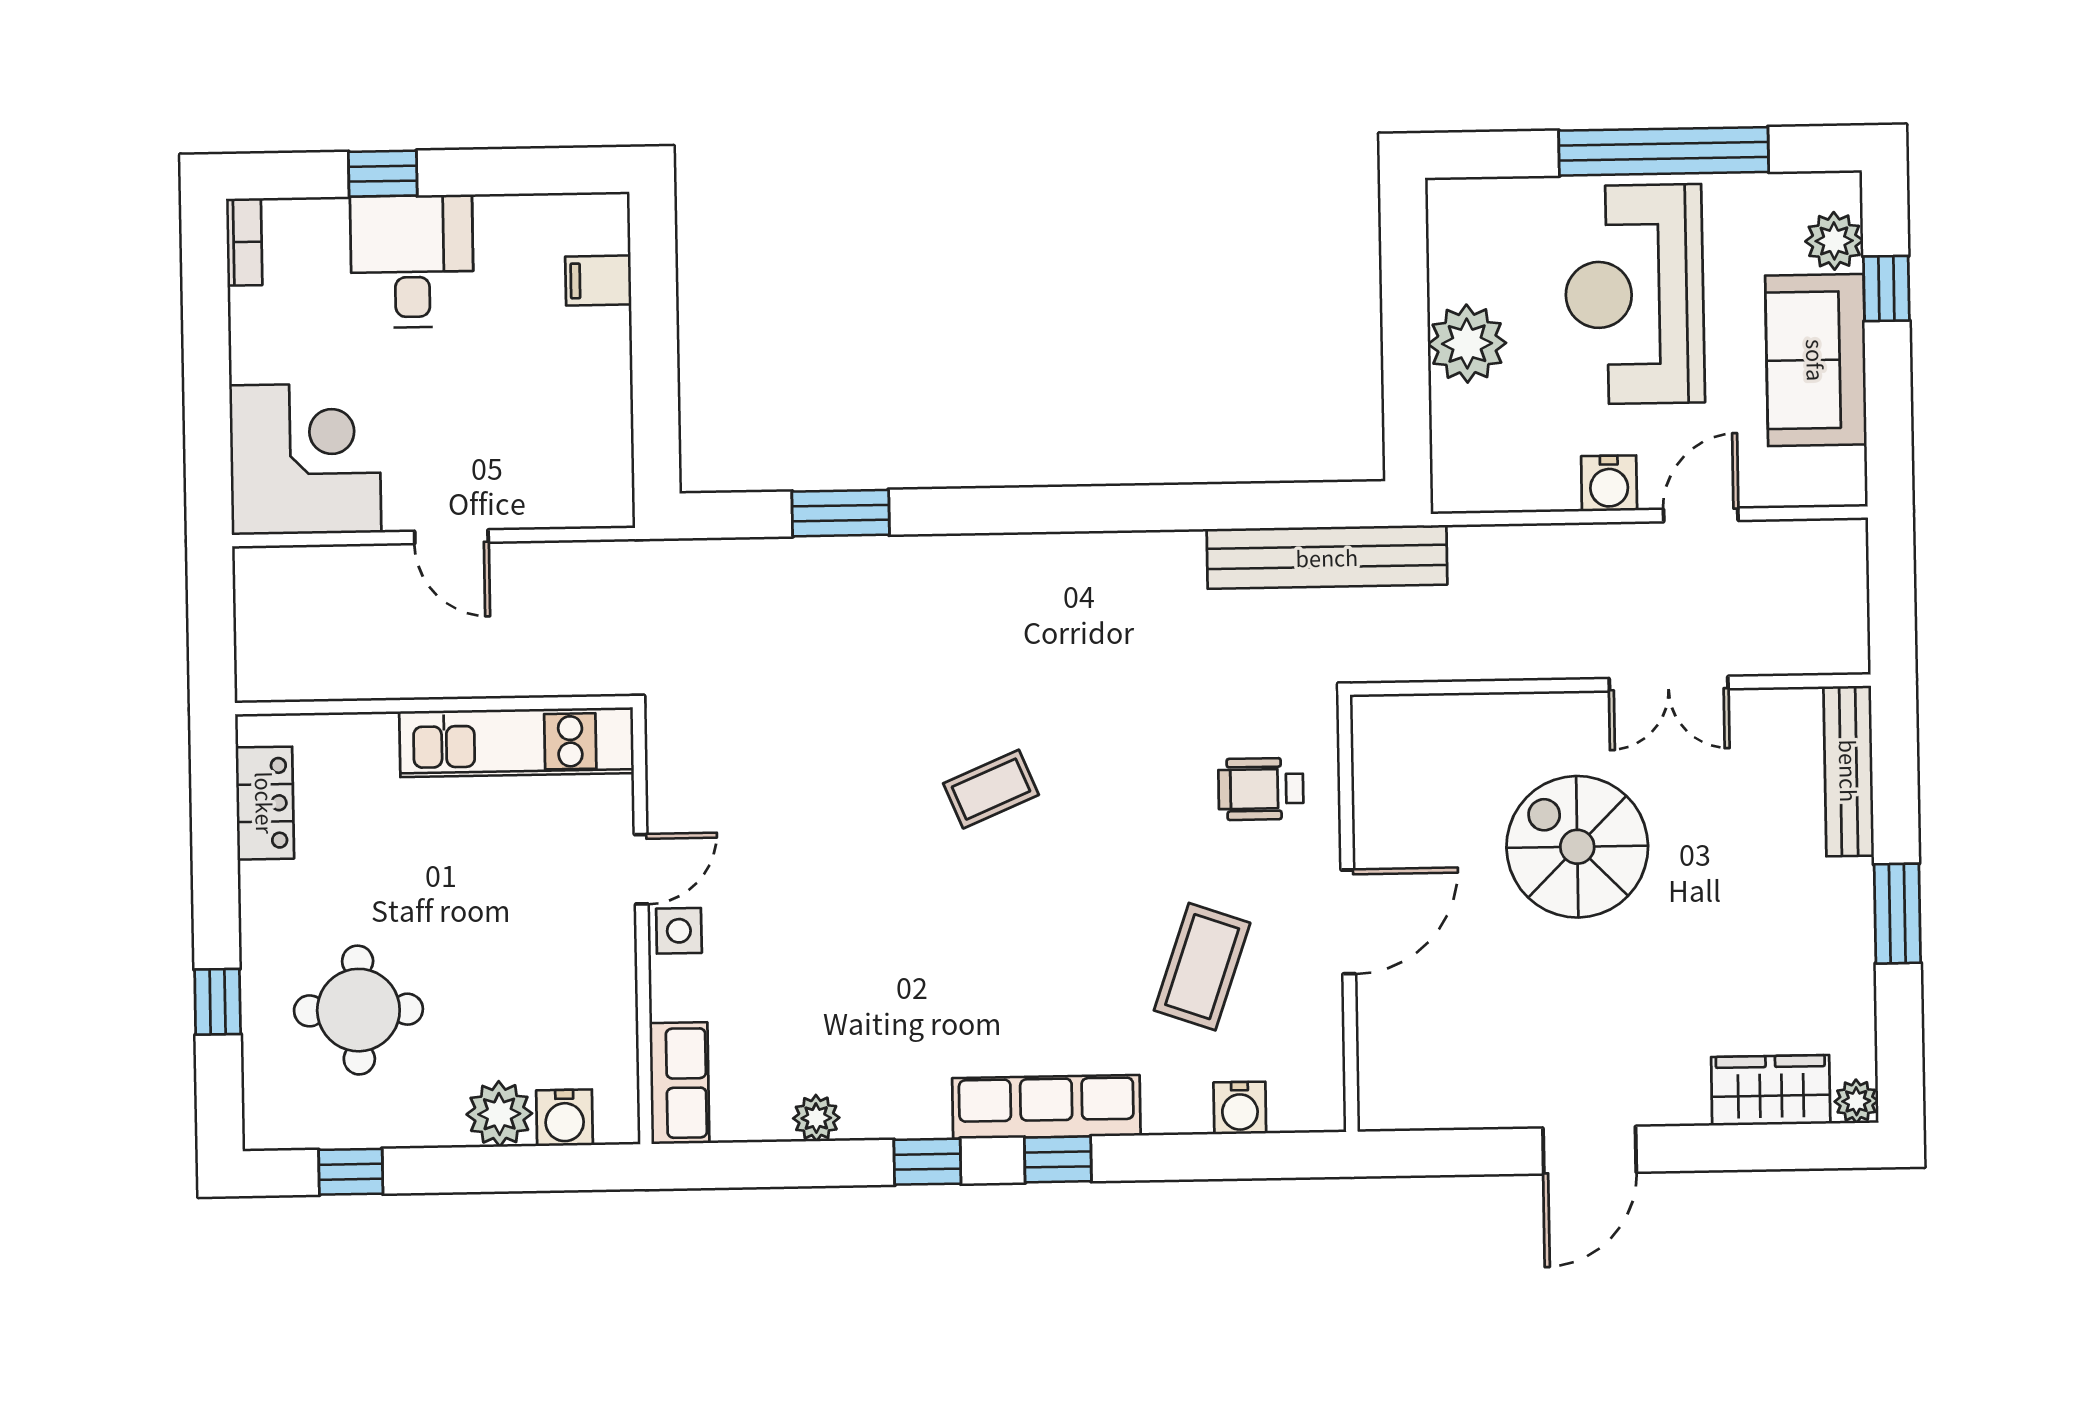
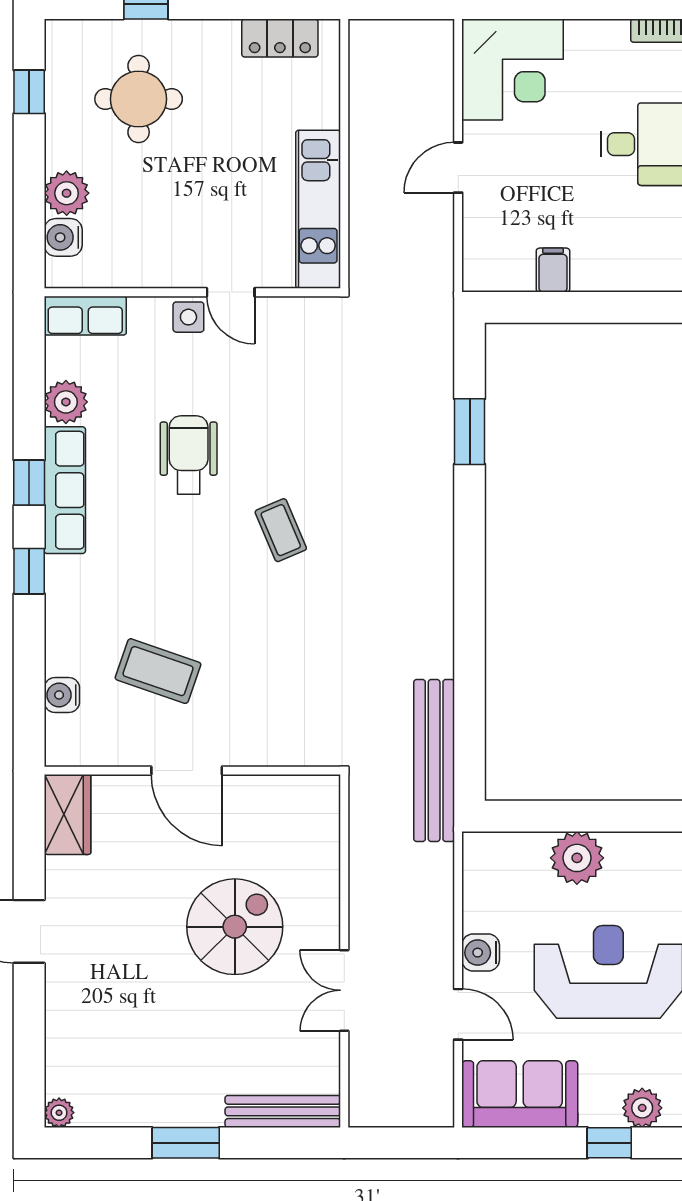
filing cabinet: (598, 281) -> (553, 270), moved
sofa: (1816, 360) -> (520, 1094), moved
wheelchair: (1261, 789) -> (189, 455), moved, width x1.36, depth x1.37
wardrobe: (1771, 1090) -> (68, 814), moved
row of seats: (1046, 1107) -> (65, 490), moved
plant: (816, 1118) -> (66, 402), width x1.38, depth x1.38

